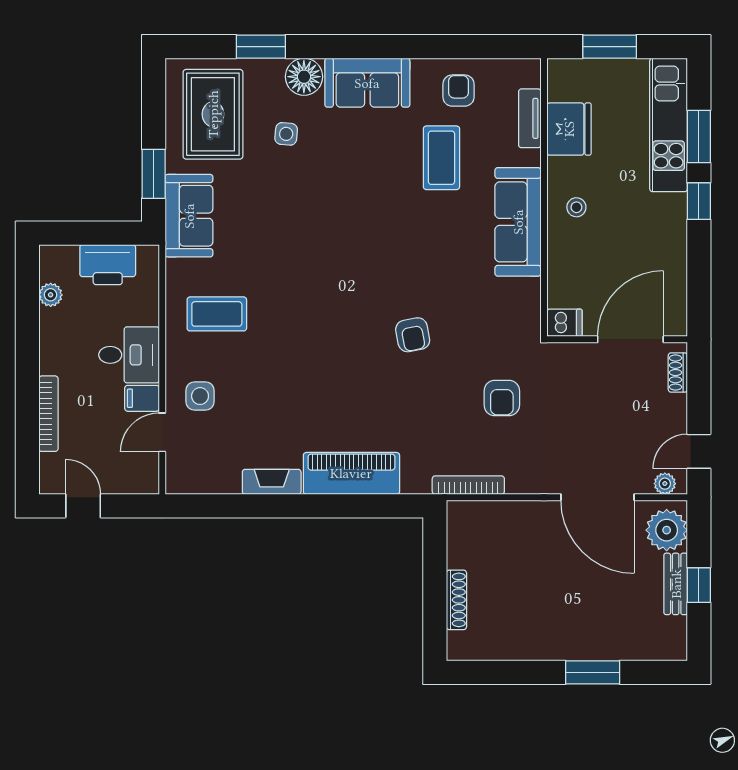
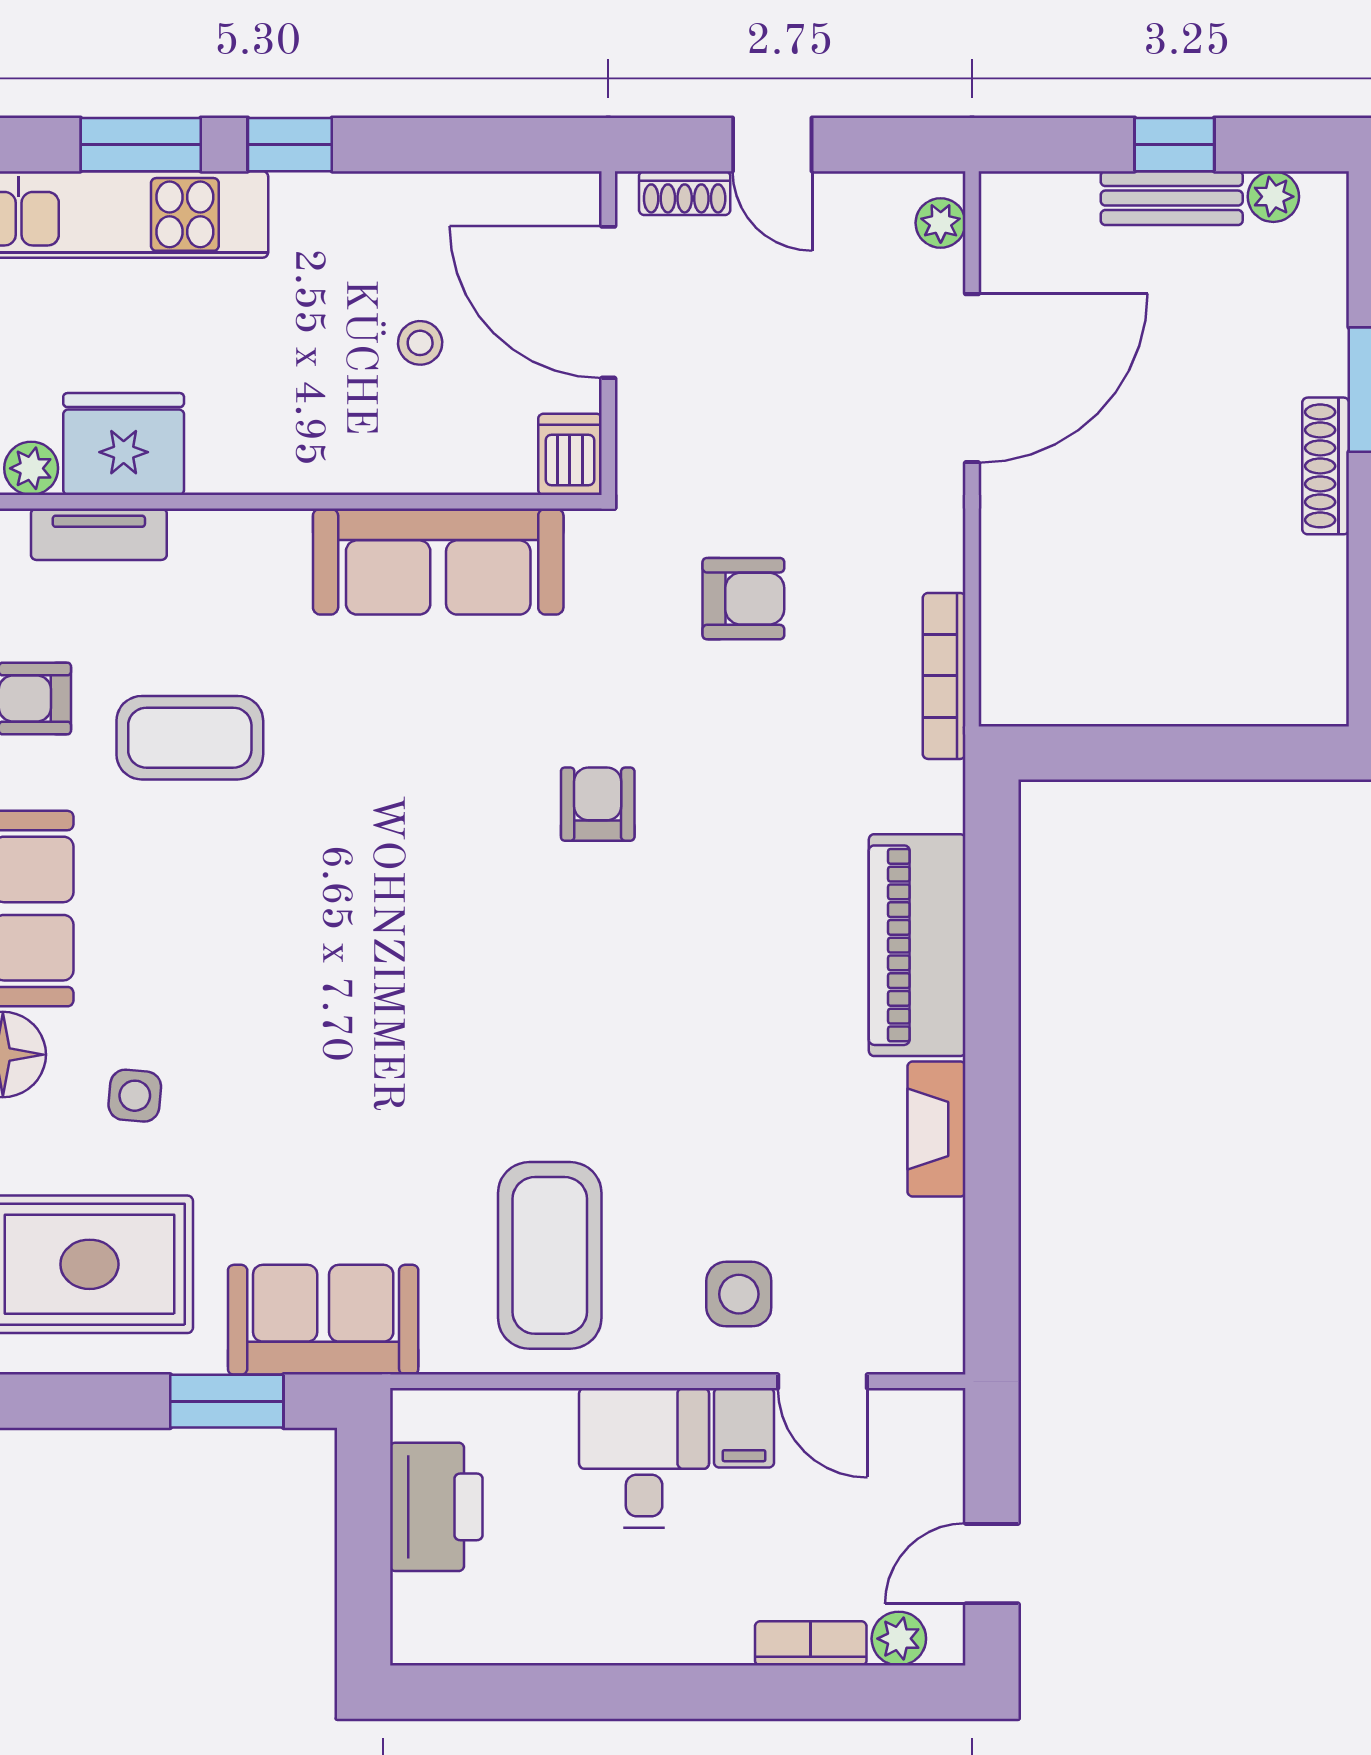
plant: (558, 89) -> (31, 468), added
stool: (576, 207) -> (420, 343), moved
sofa: (518, 222) -> (438, 561), moved
plant: (51, 295) -> (899, 1639), moved
coffee table: (217, 314) -> (550, 1255), width x1.36, depth x1.32
armchair: (413, 335) -> (598, 804), turned -79
bookcase: (48, 414) -> (811, 1643), width x0.64
door: (699, 451) -> (772, 145), moved
plant: (667, 530) -> (1273, 197), moved, width x0.53, depth x0.53
shoe rack: (456, 600) -> (1326, 466), moved, turned -90

